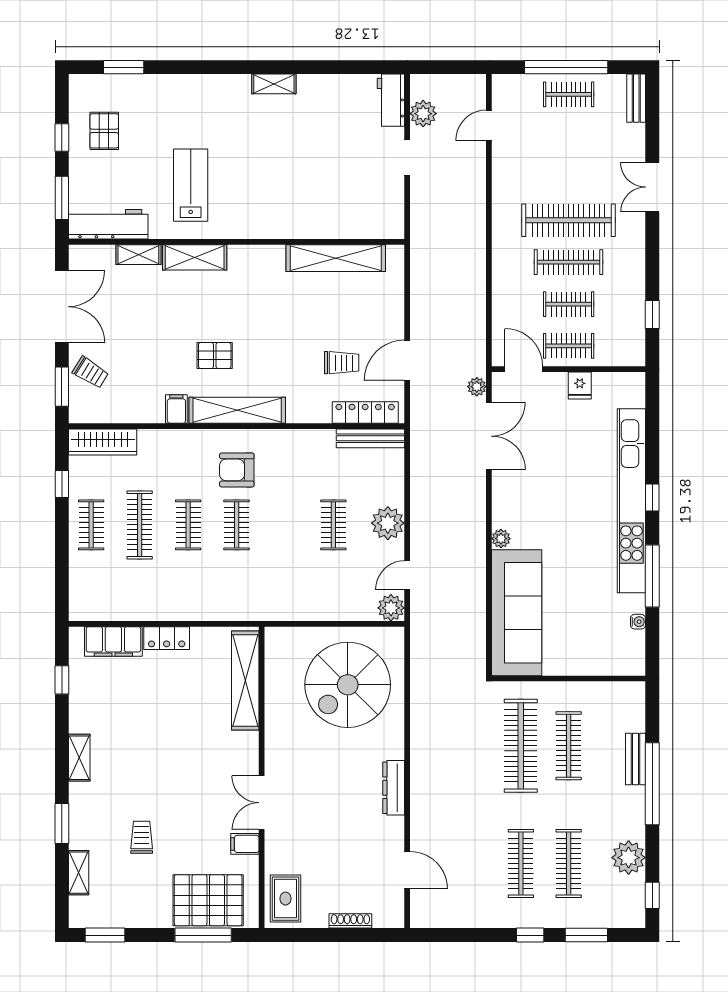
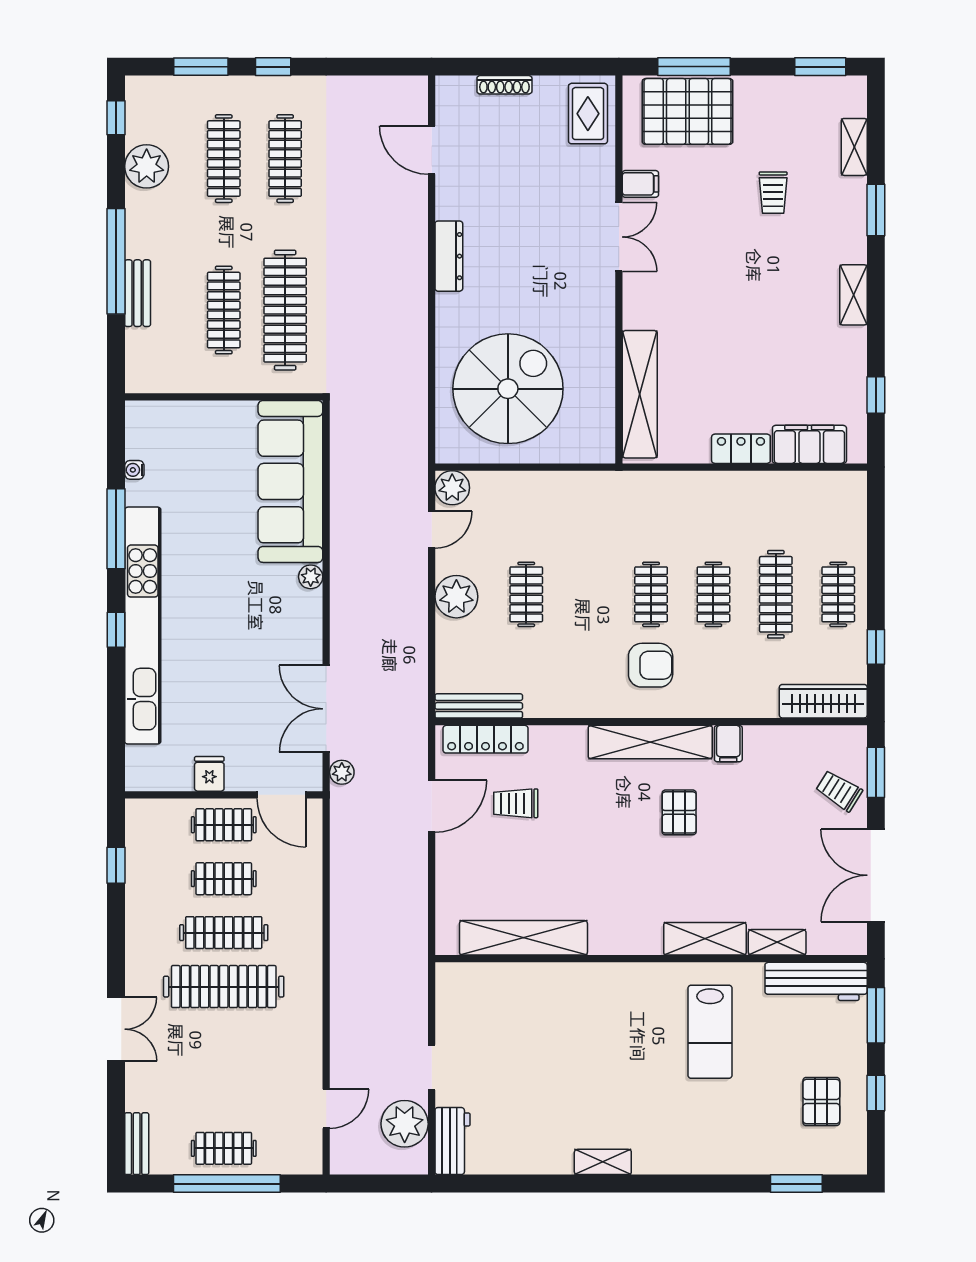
plant: (423, 114) -> (405, 1124), width x1.36, depth x1.36
pallet: (215, 356) -> (679, 812), turned 90

